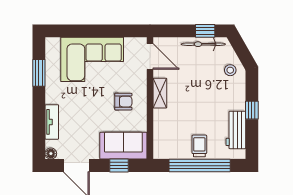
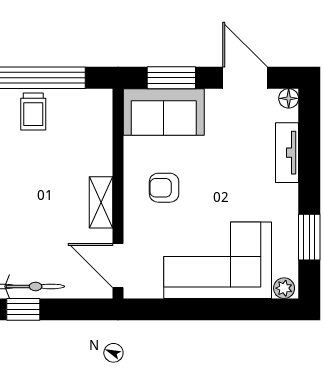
plant: (54, 43) -> (284, 288), added
window: (119, 166) -> (171, 78), width x1.50

